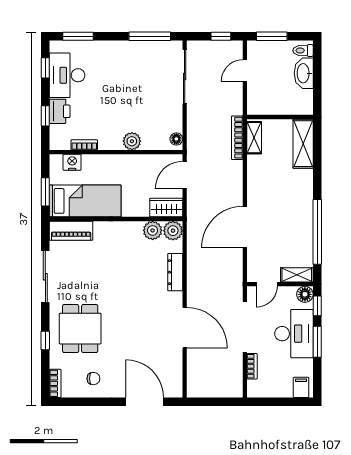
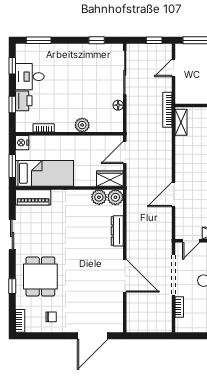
window: (150, 36) -> (97, 40), width x0.46
desk: (67, 75) -> (30, 77), width x0.73
bookcase: (237, 138) -> (167, 110), moved
floor lamp: (176, 139) -> (118, 105), moved
nightstand: (72, 162) -> (22, 143), moved, turned -90
door: (245, 227) -> (173, 194), width x0.73
sliding door: (45, 277) -> (12, 235), width x0.73
door: (145, 402) -> (93, 336), swing flipped

